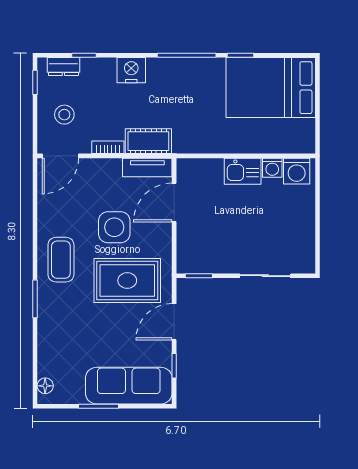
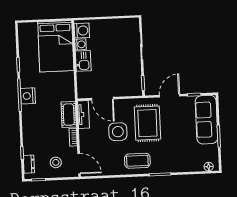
nightstand: (131, 70) -> (28, 96), moved
bed: (271, 88) -> (56, 46), moved
door: (174, 322) -> (169, 96), swing flipped

